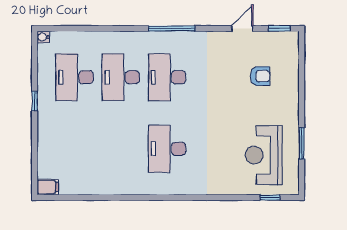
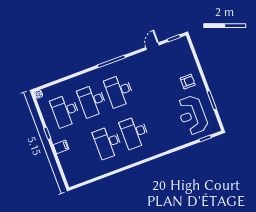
armchair: (260, 76) -> (188, 82), moved
desk: (121, 149) -> (108, 142), added
filing cabinet: (48, 187) -> (61, 147), moved

